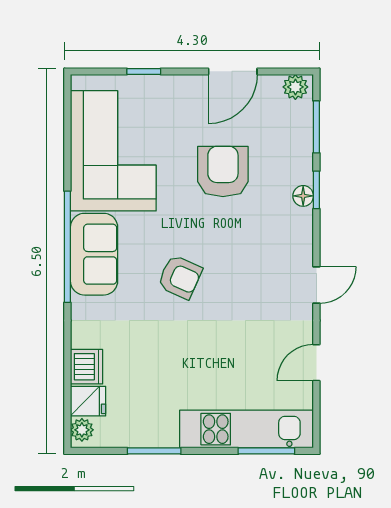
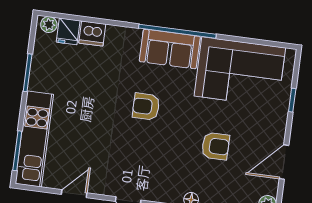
door: (233, 71) -> (284, 162), hinge flipped
armchair: (223, 171) -> (215, 146), width x0.72, depth x0.72
armchair: (180, 277) -> (146, 107), turned 66
door: (316, 363) -> (74, 194), hinge flipped

